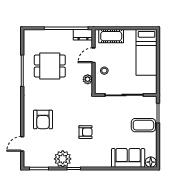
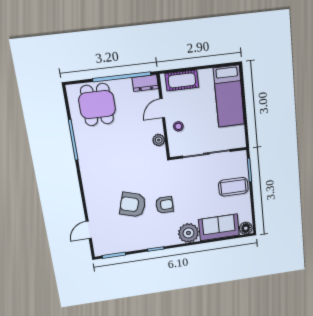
dining table: (50, 66) -> (97, 105), moved, turned 90
armchair: (43, 120) -> (133, 205), moved, turned 107
plant: (63, 159) -> (188, 233), moved

